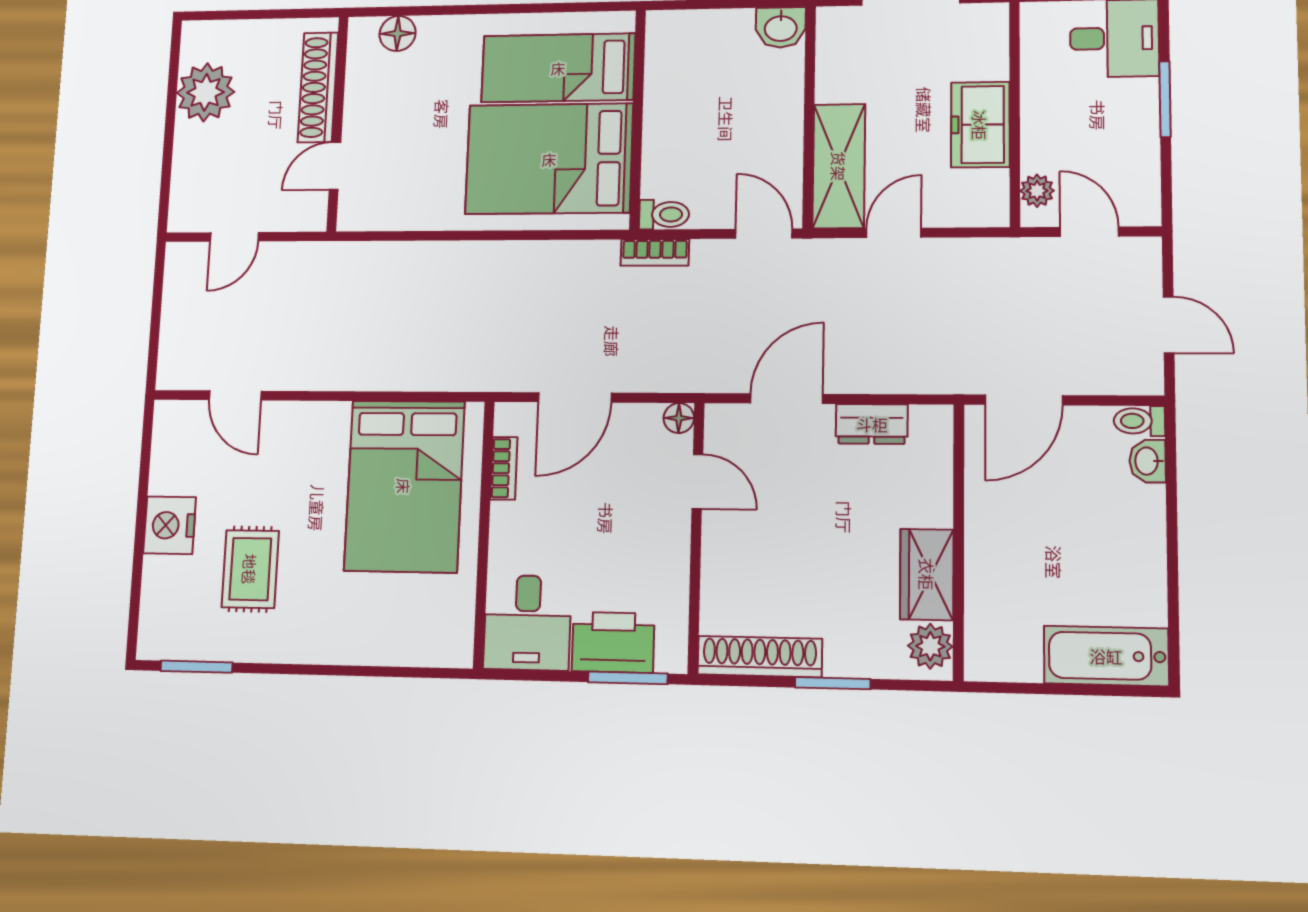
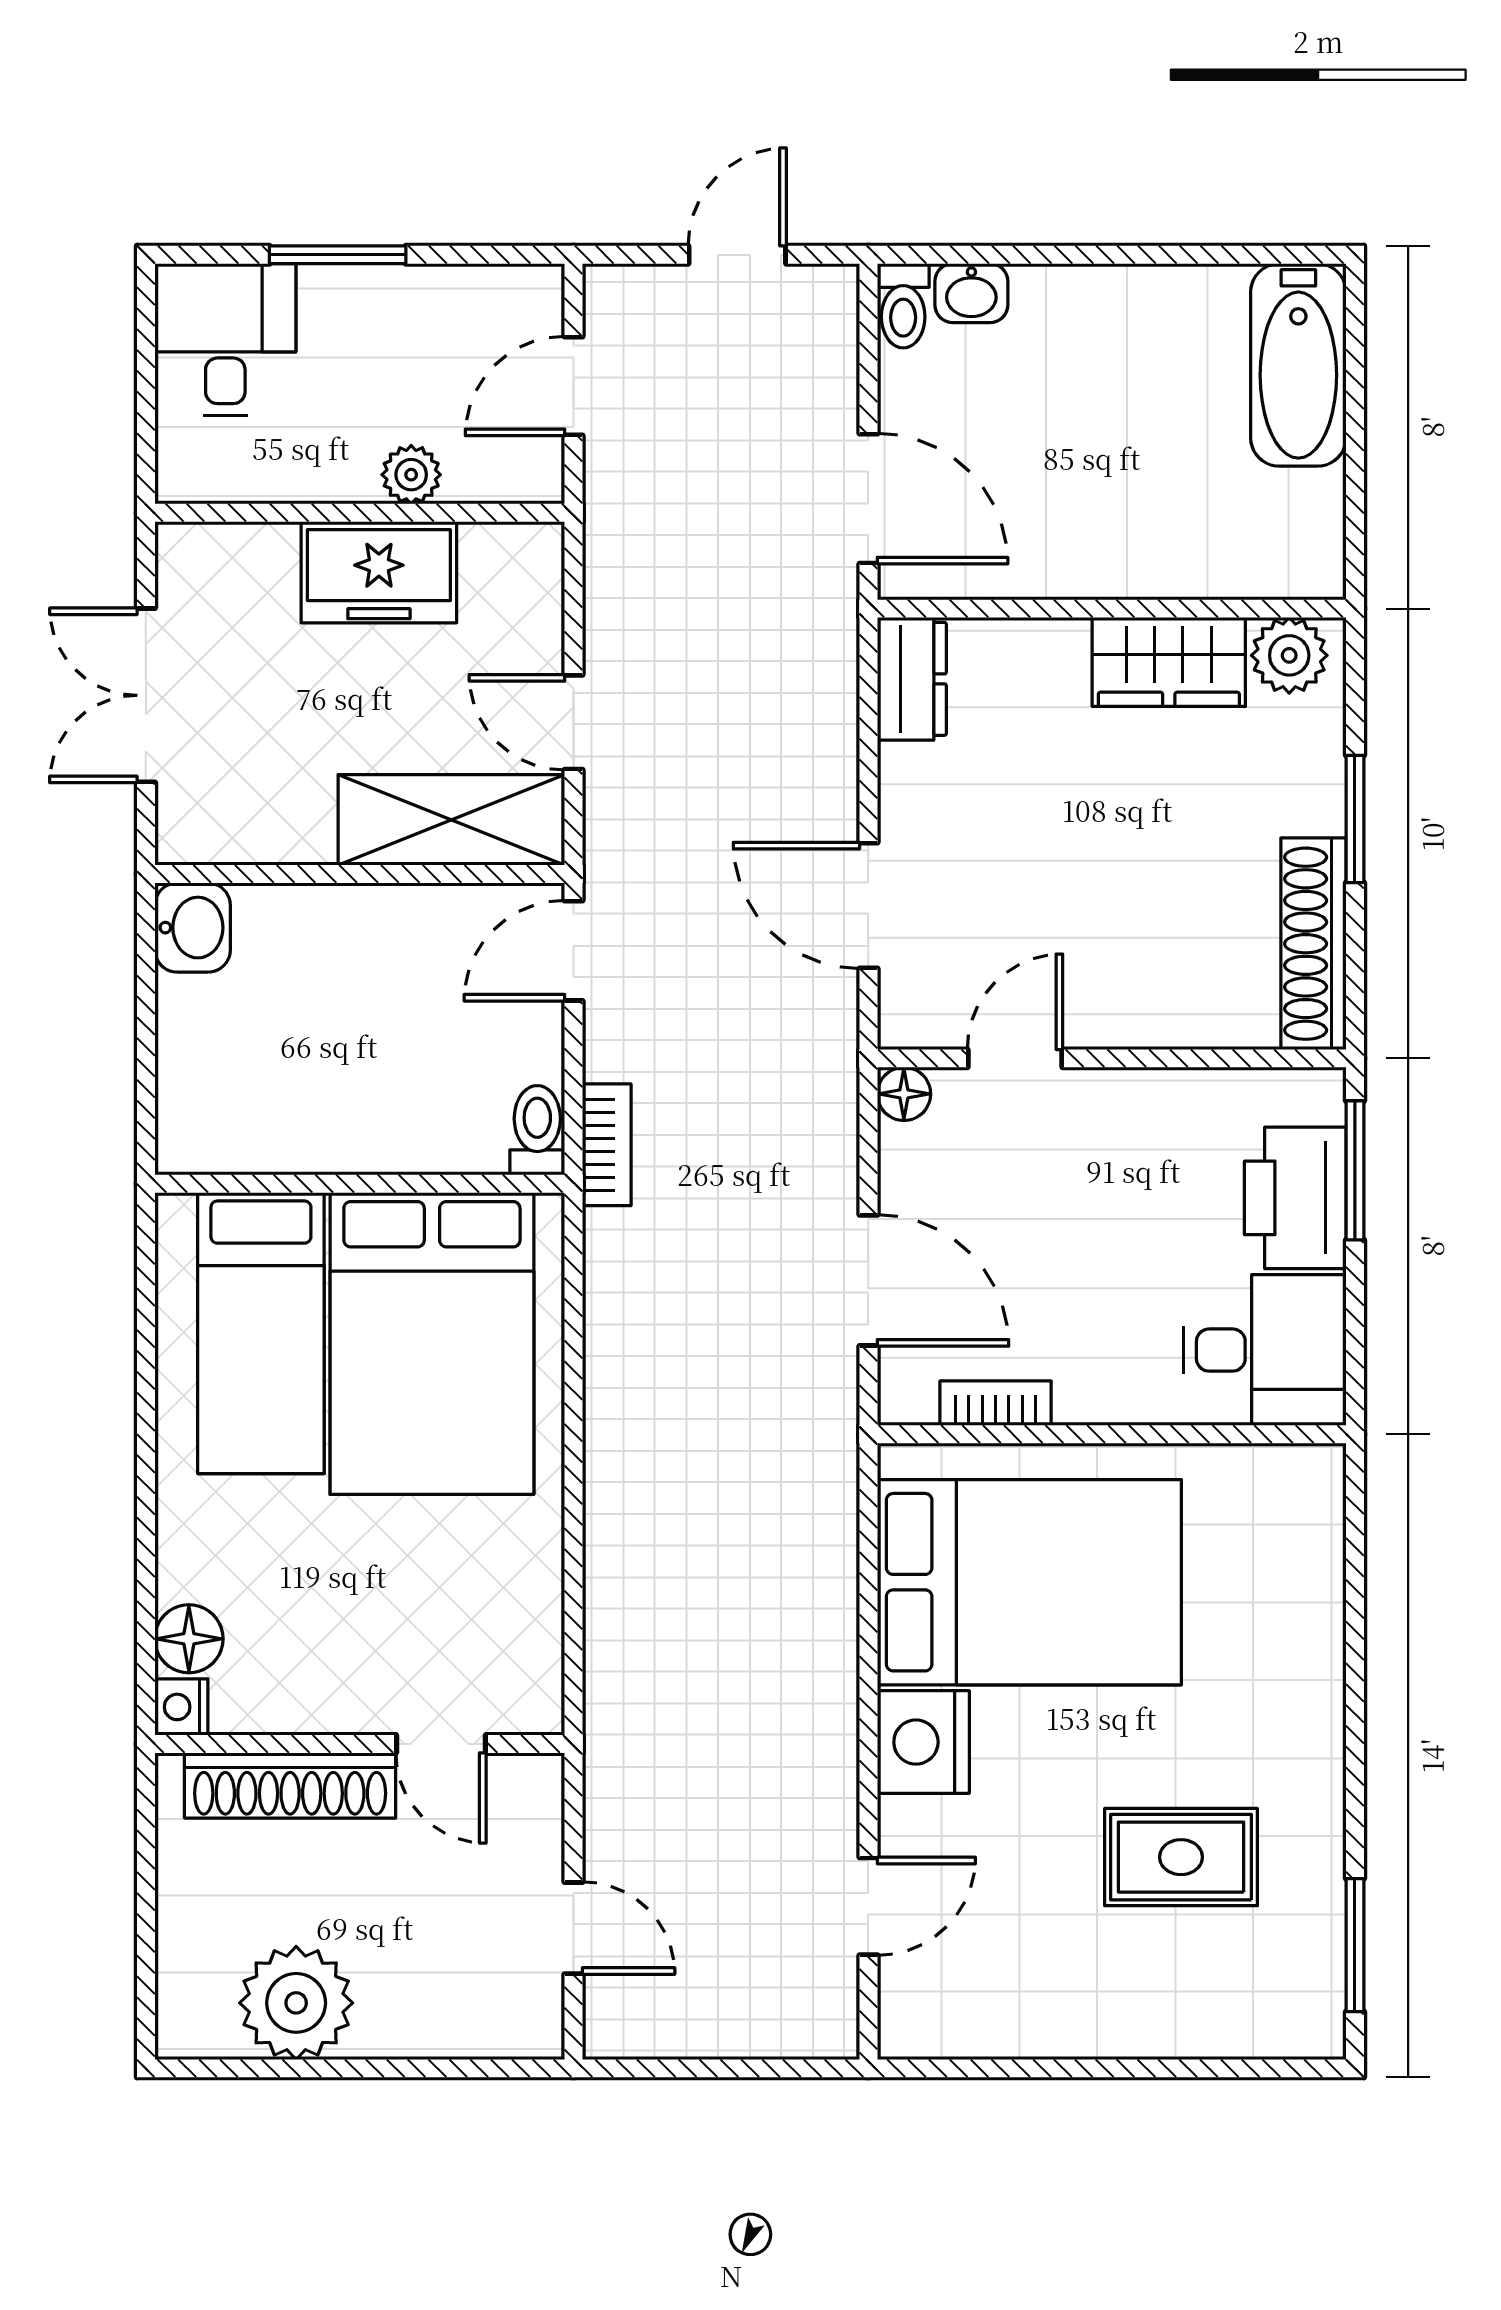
nightstand: (362, 30) -> (181, 1707), added
plant: (1037, 191) -> (411, 475), moved
dresser: (872, 424) -> (912, 679), moved
nightstand: (170, 525) -> (923, 1742), moved, turned 90

